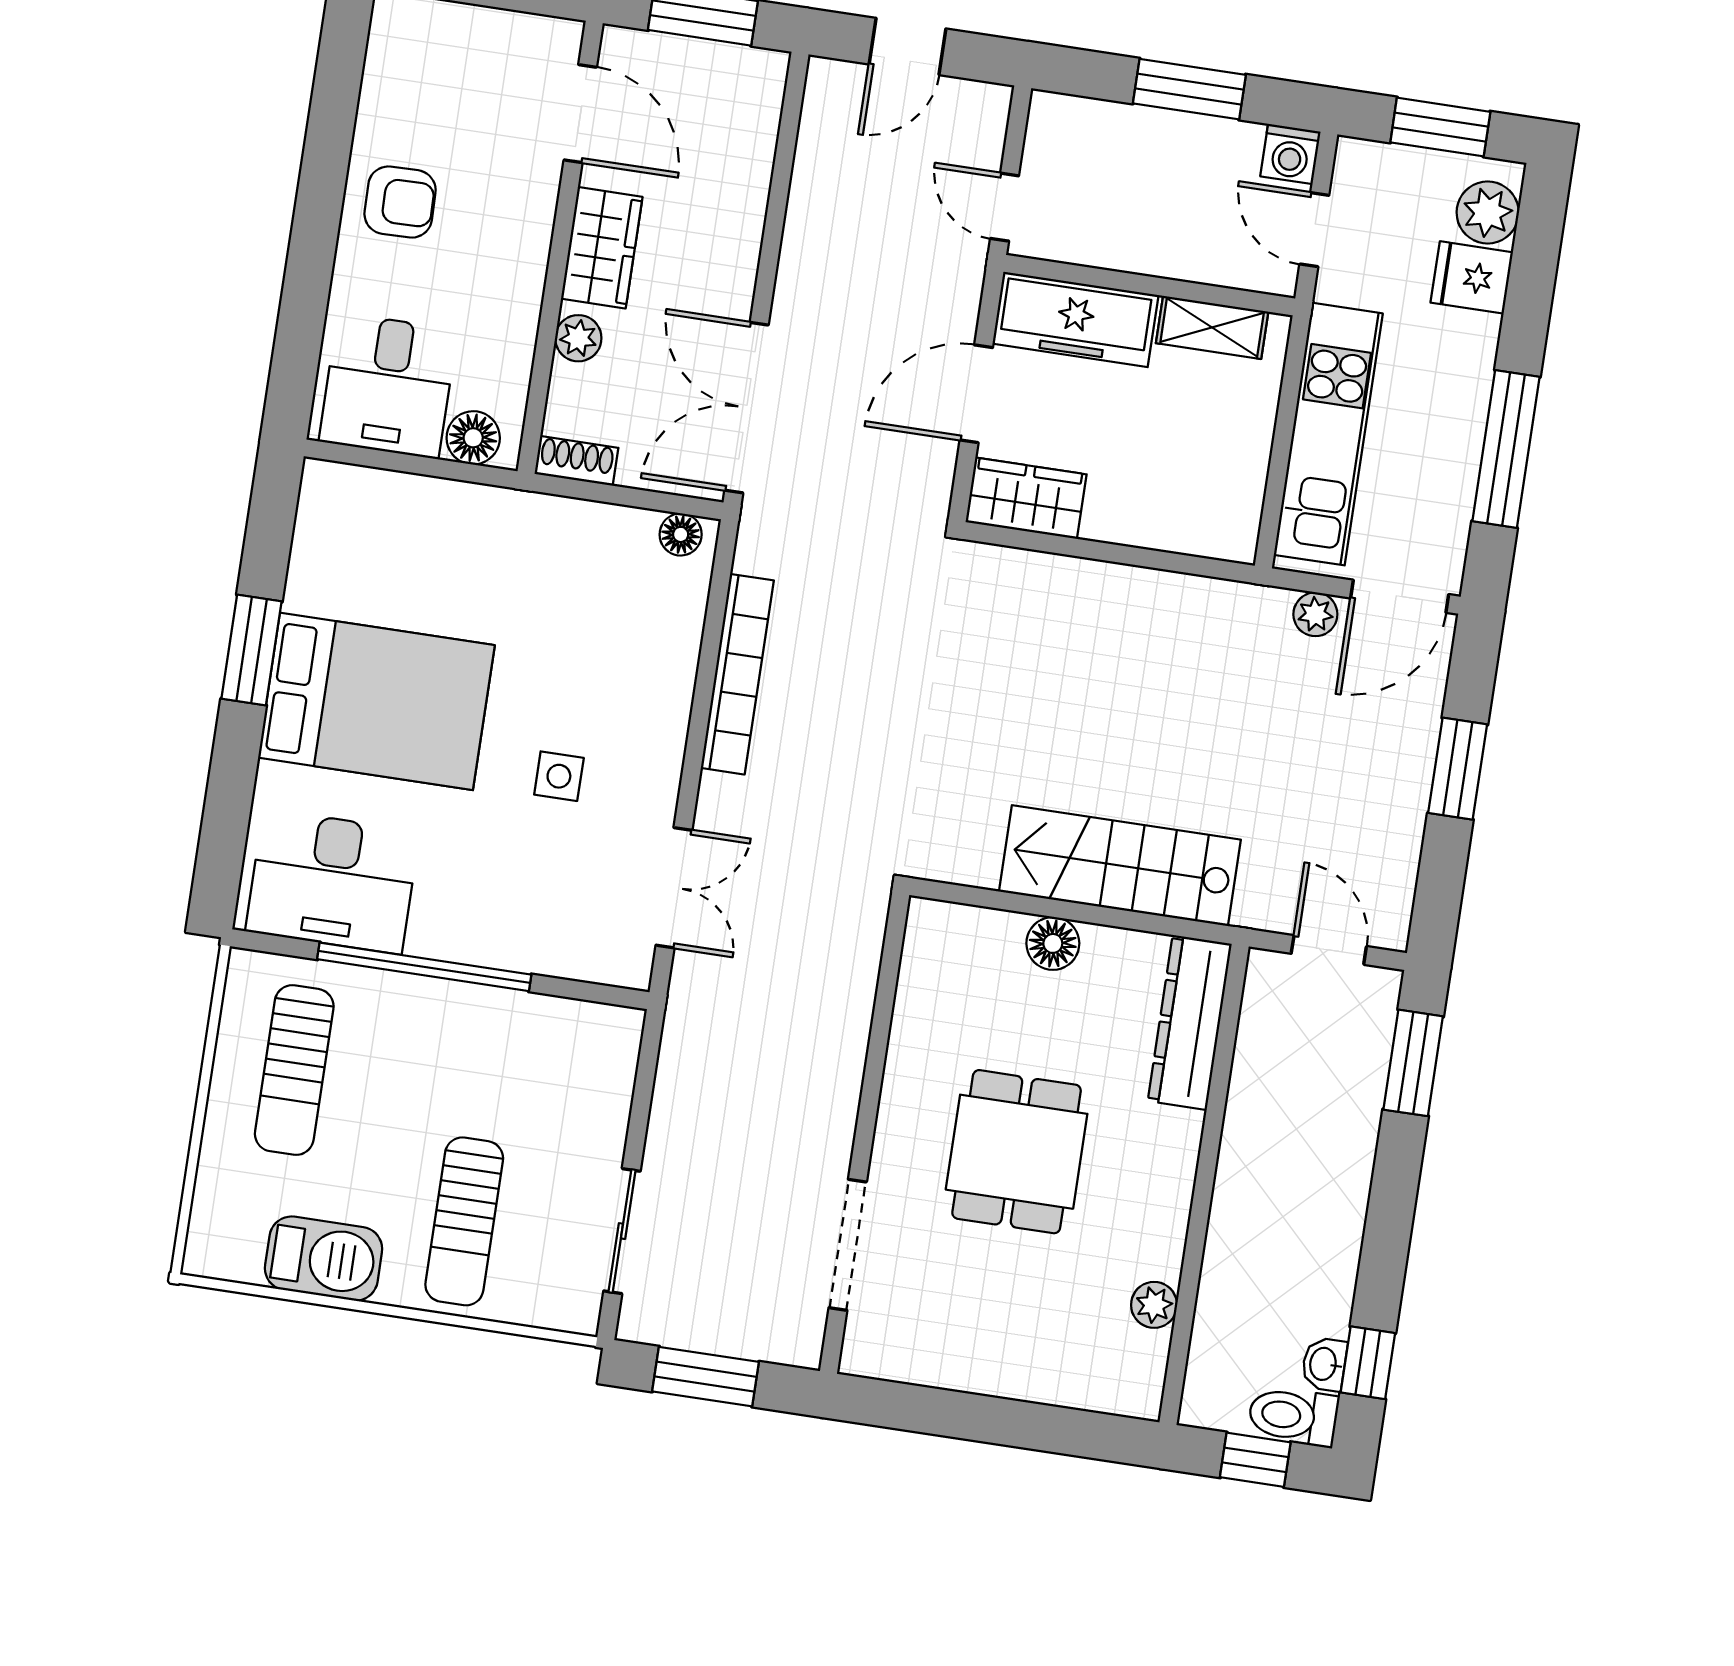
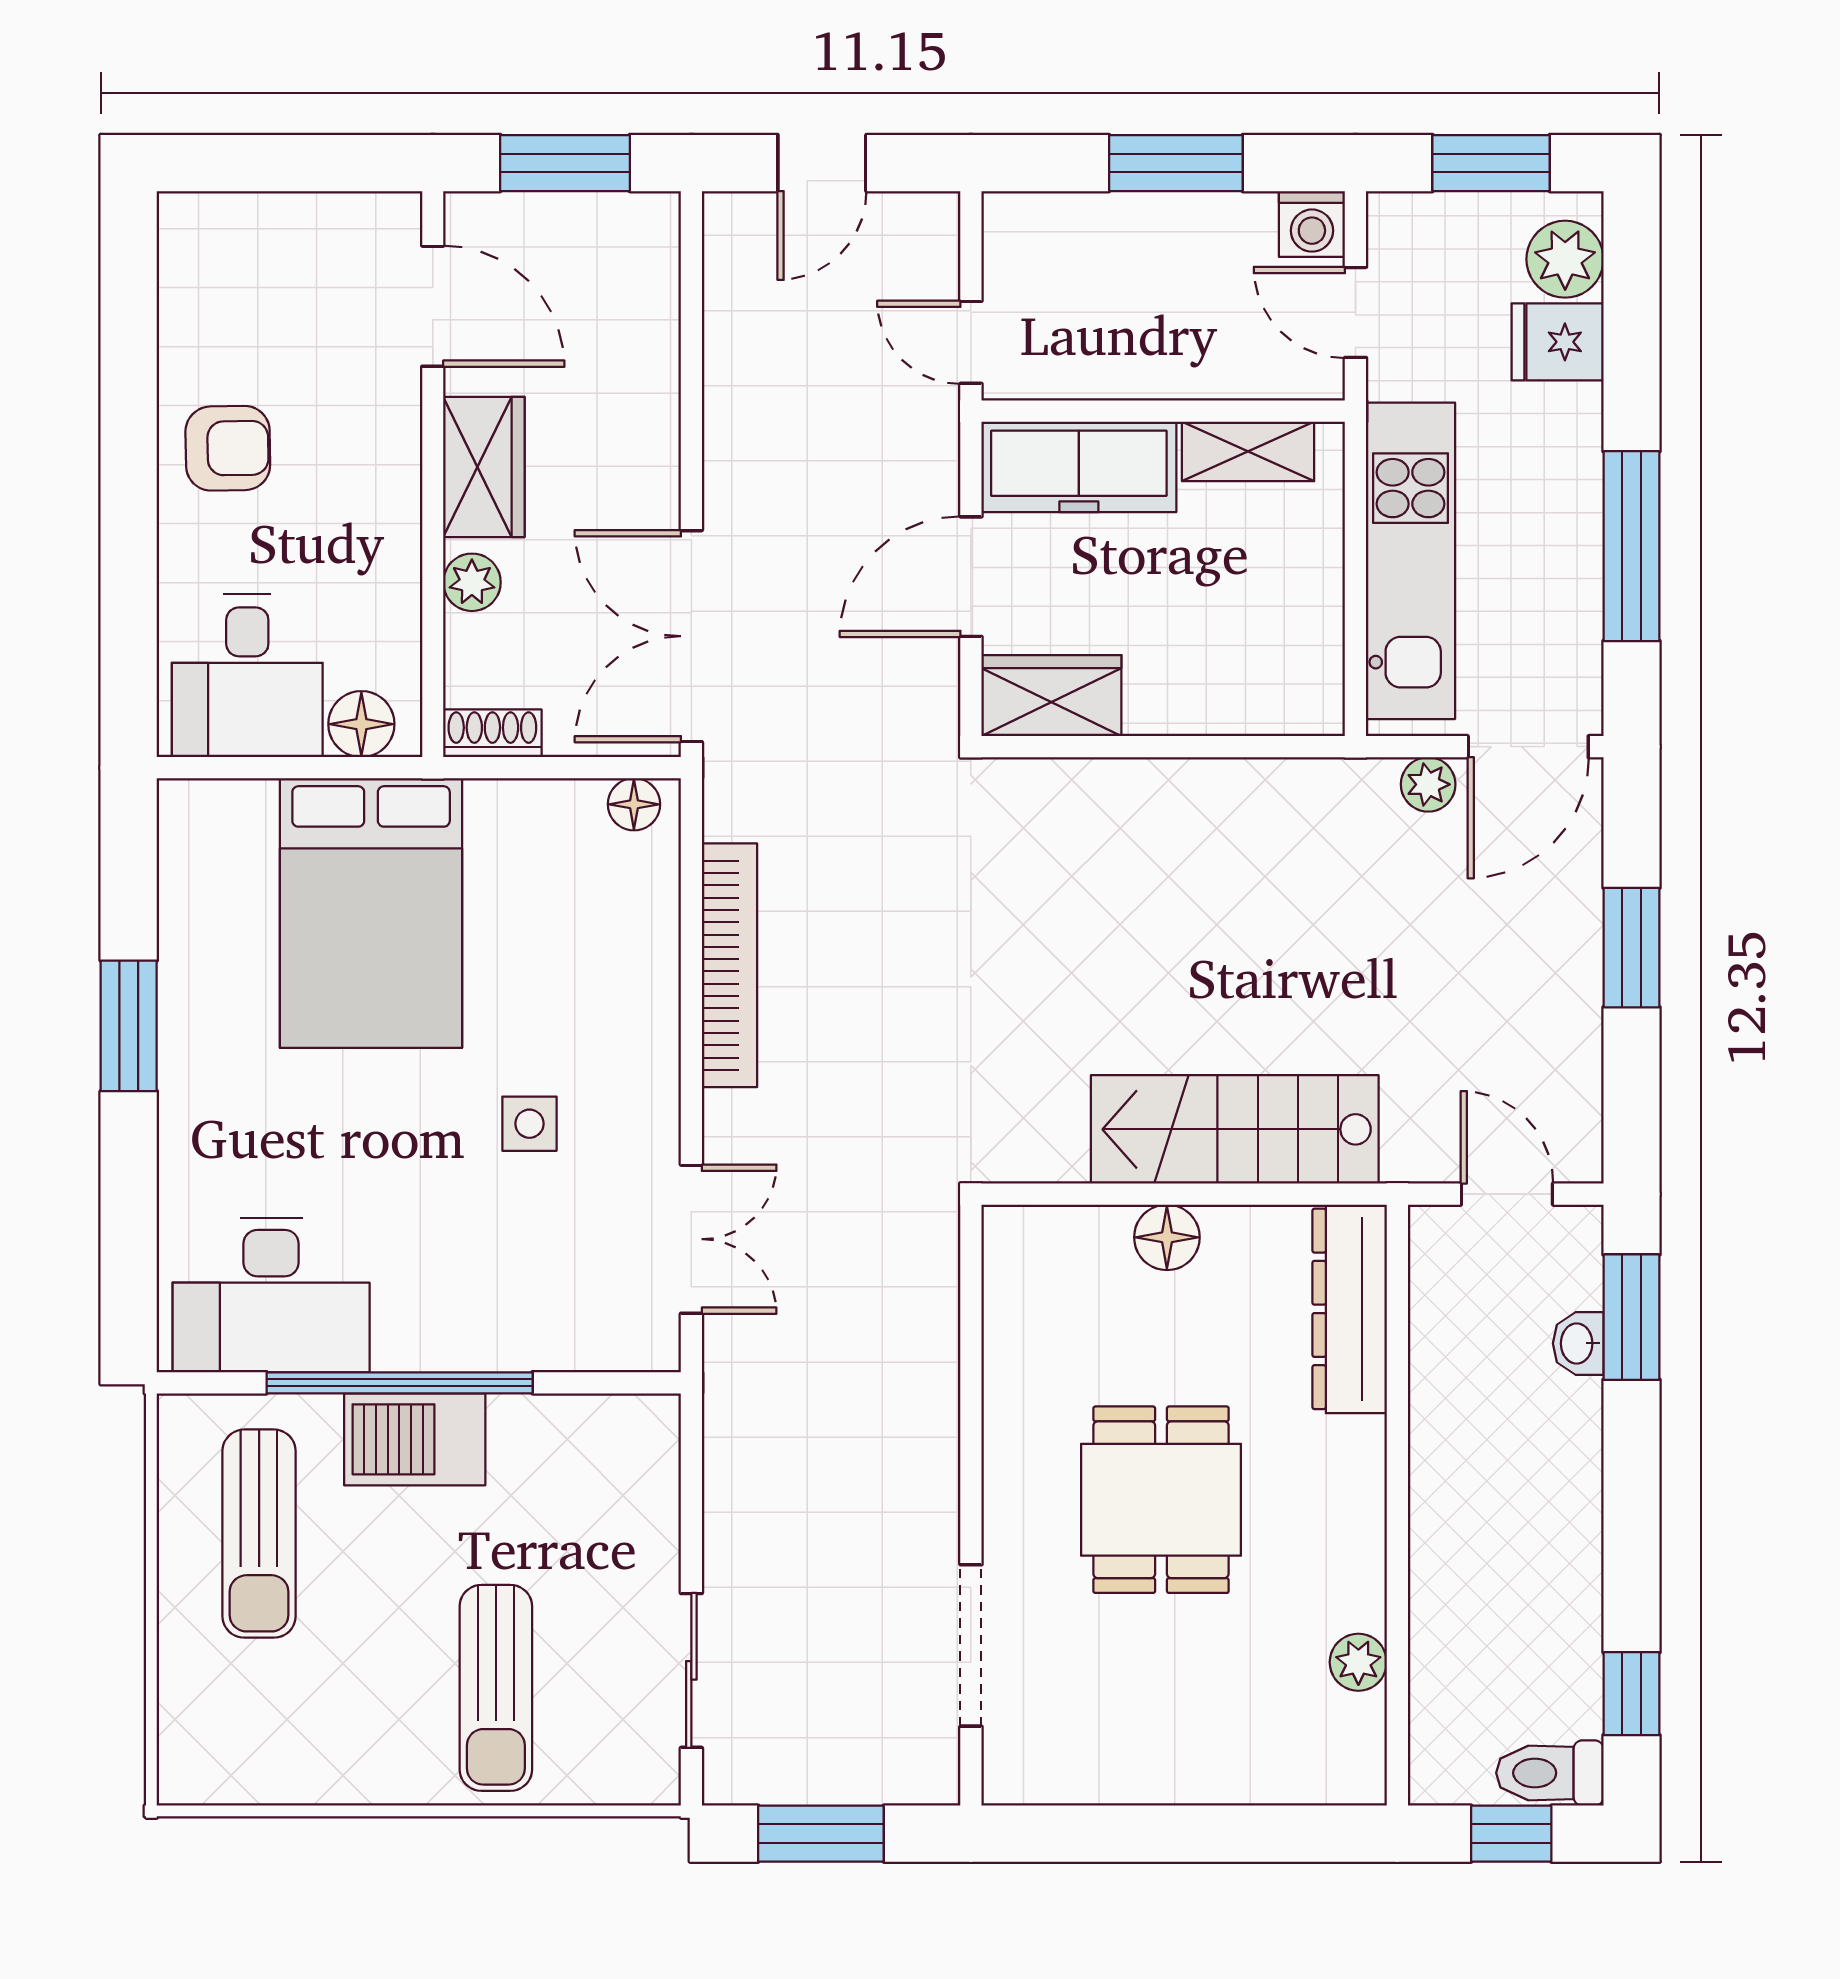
bed: (376, 701) -> (371, 913), moved, turned 90
barbecue: (324, 1259) -> (415, 1439), moved, turned 180
washbasin: (1324, 1364) -> (1578, 1343), moved

